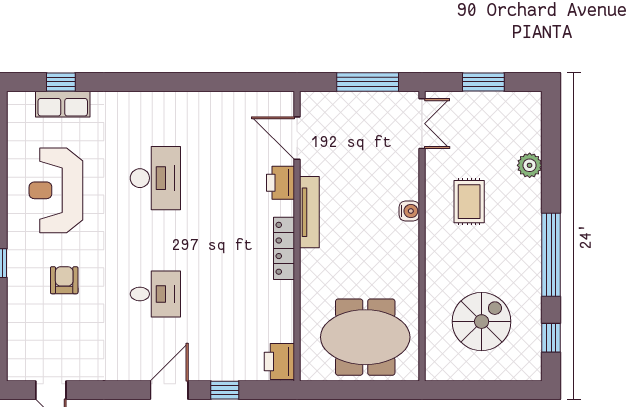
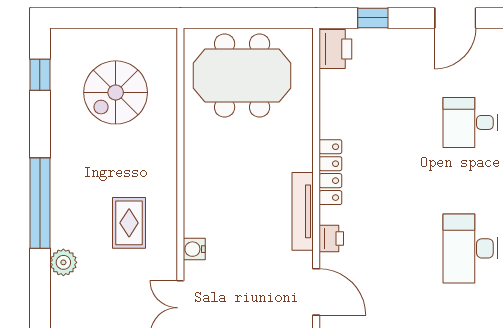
printer: (280, 183) -> (331, 239), width x0.73, depth x0.81
water cooler: (409, 211) -> (194, 249), moved
window: (551, 255) -> (40, 203), moved
window: (225, 390) -> (373, 18), moved

